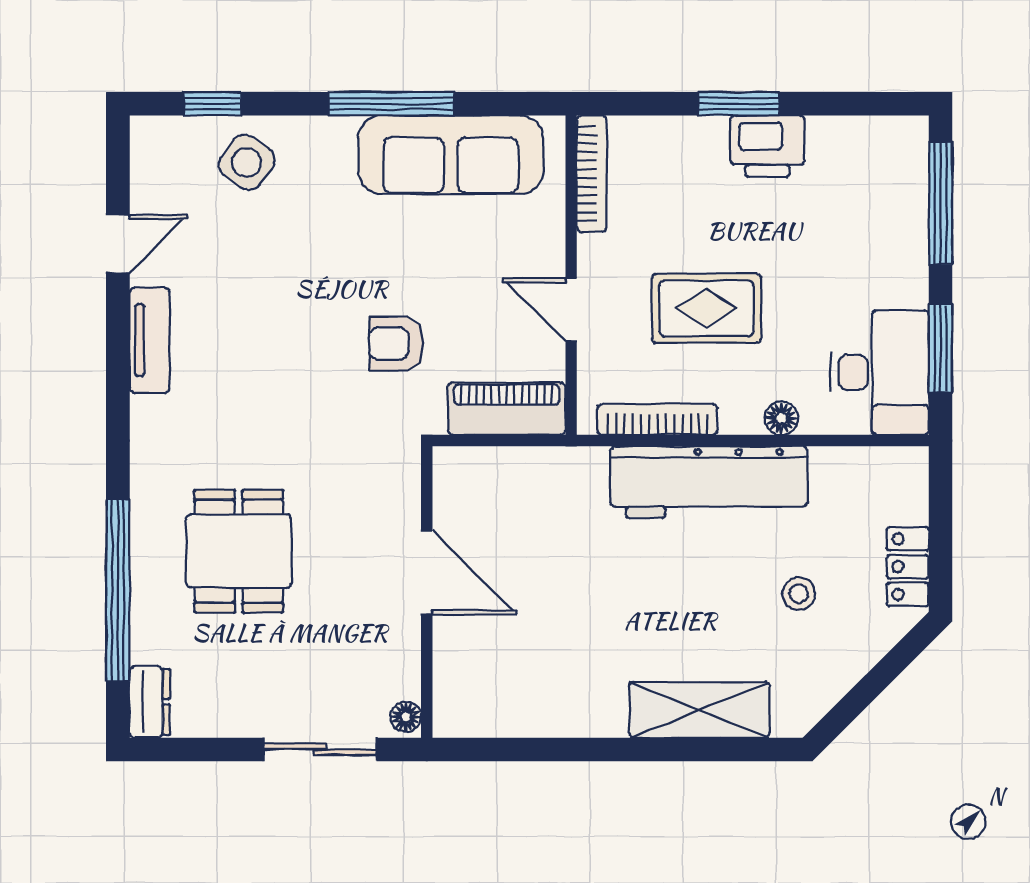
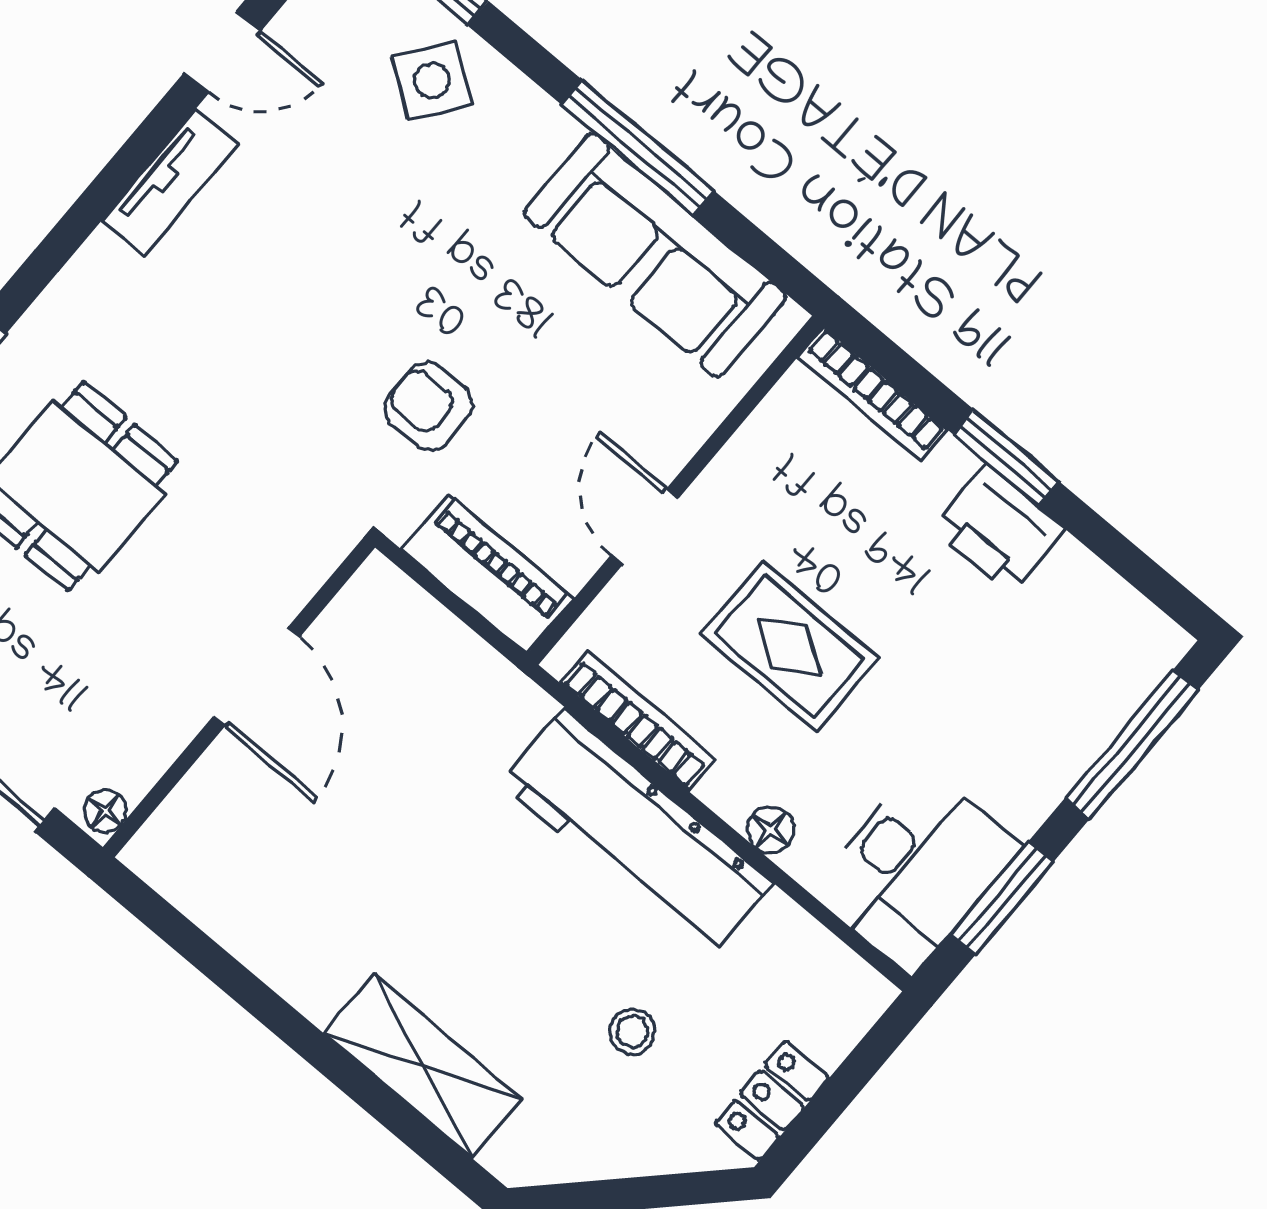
bookcase: (592, 174) -> (872, 394), moved, turned 90

